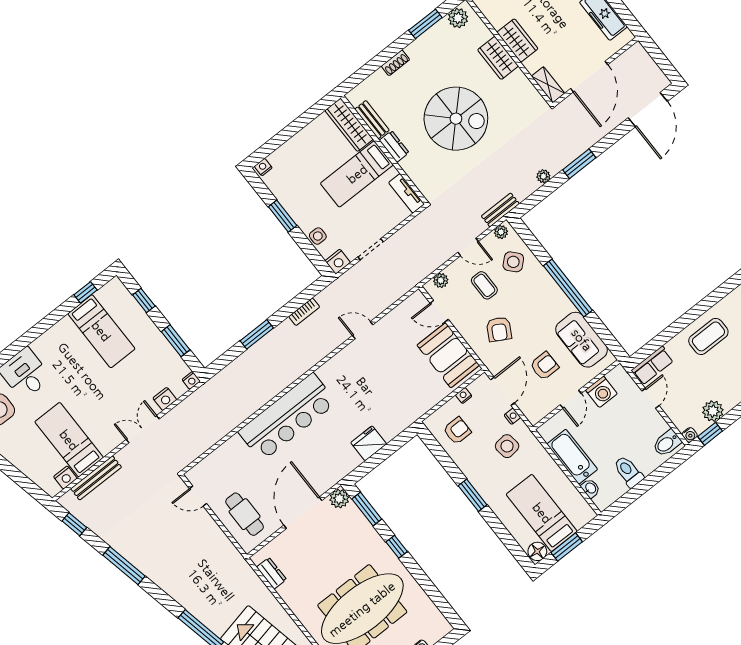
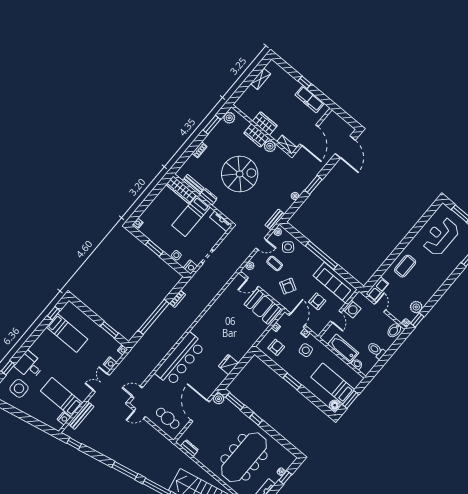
plant: (518, 81) -> (270, 146), added
window: (144, 300) -> (87, 311), removed
door: (363, 330) -> (137, 392), moved
window: (257, 334) -> (154, 317), width x2.11
sofa: (582, 340) -> (335, 282), width x1.36
window: (124, 566) -> (125, 471), moved

